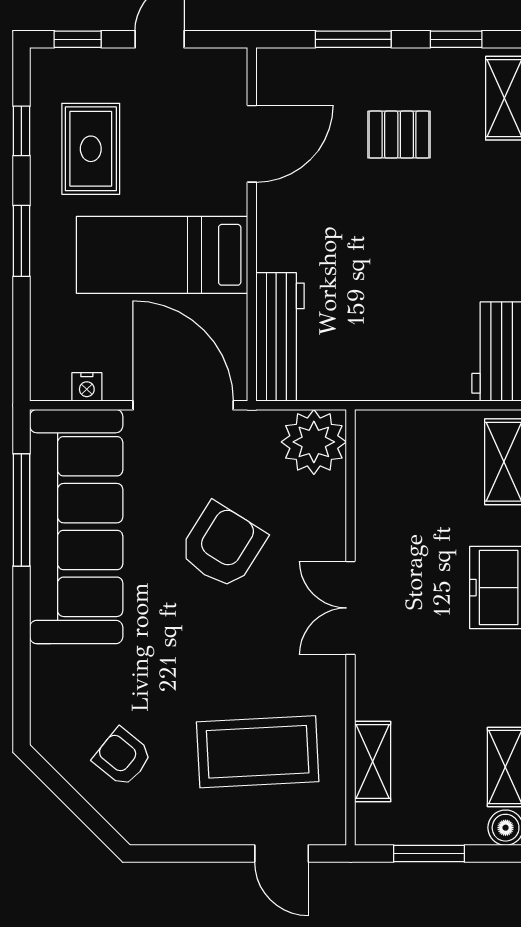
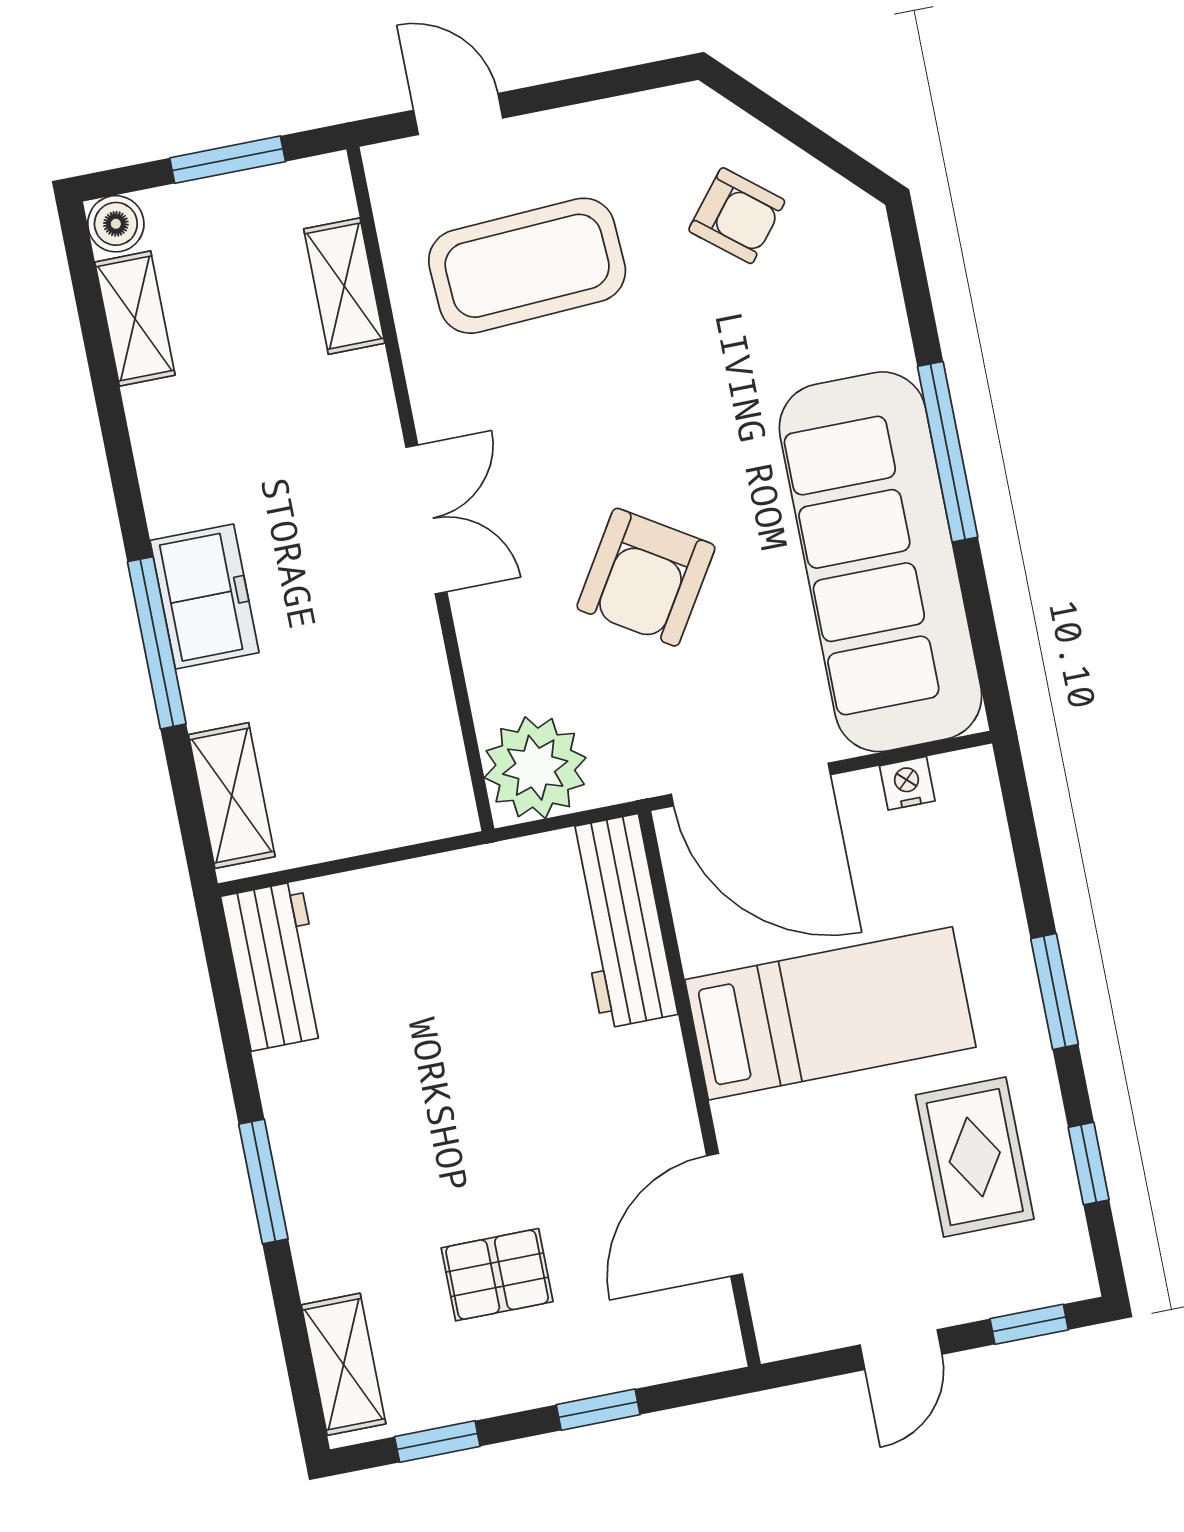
window: (353, 39) -> (598, 1410), width x0.67
window: (21, 510) -> (948, 452), moved

